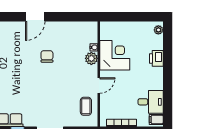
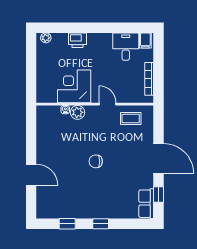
chair: (47, 56) -> (96, 161), moved

